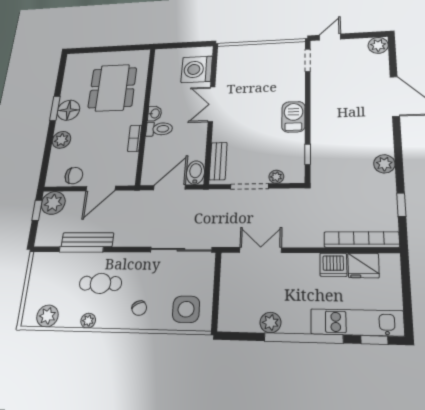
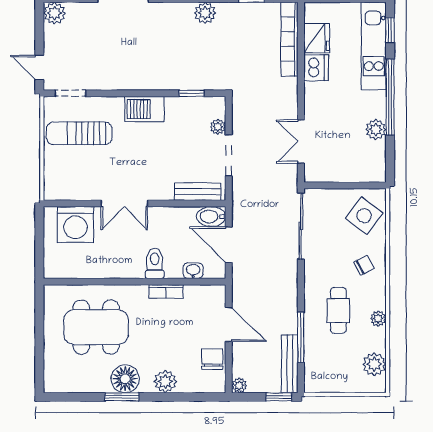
sun lounger: (273, 68) -> (79, 133), added
washbasin: (155, 113) -> (193, 271), moved
plant: (53, 203) -> (239, 385), width x0.53, depth x0.53
window: (37, 210) -> (279, 397), moved
bench: (87, 240) -> (290, 364), moved
side table: (186, 309) -> (364, 216), turned 37

